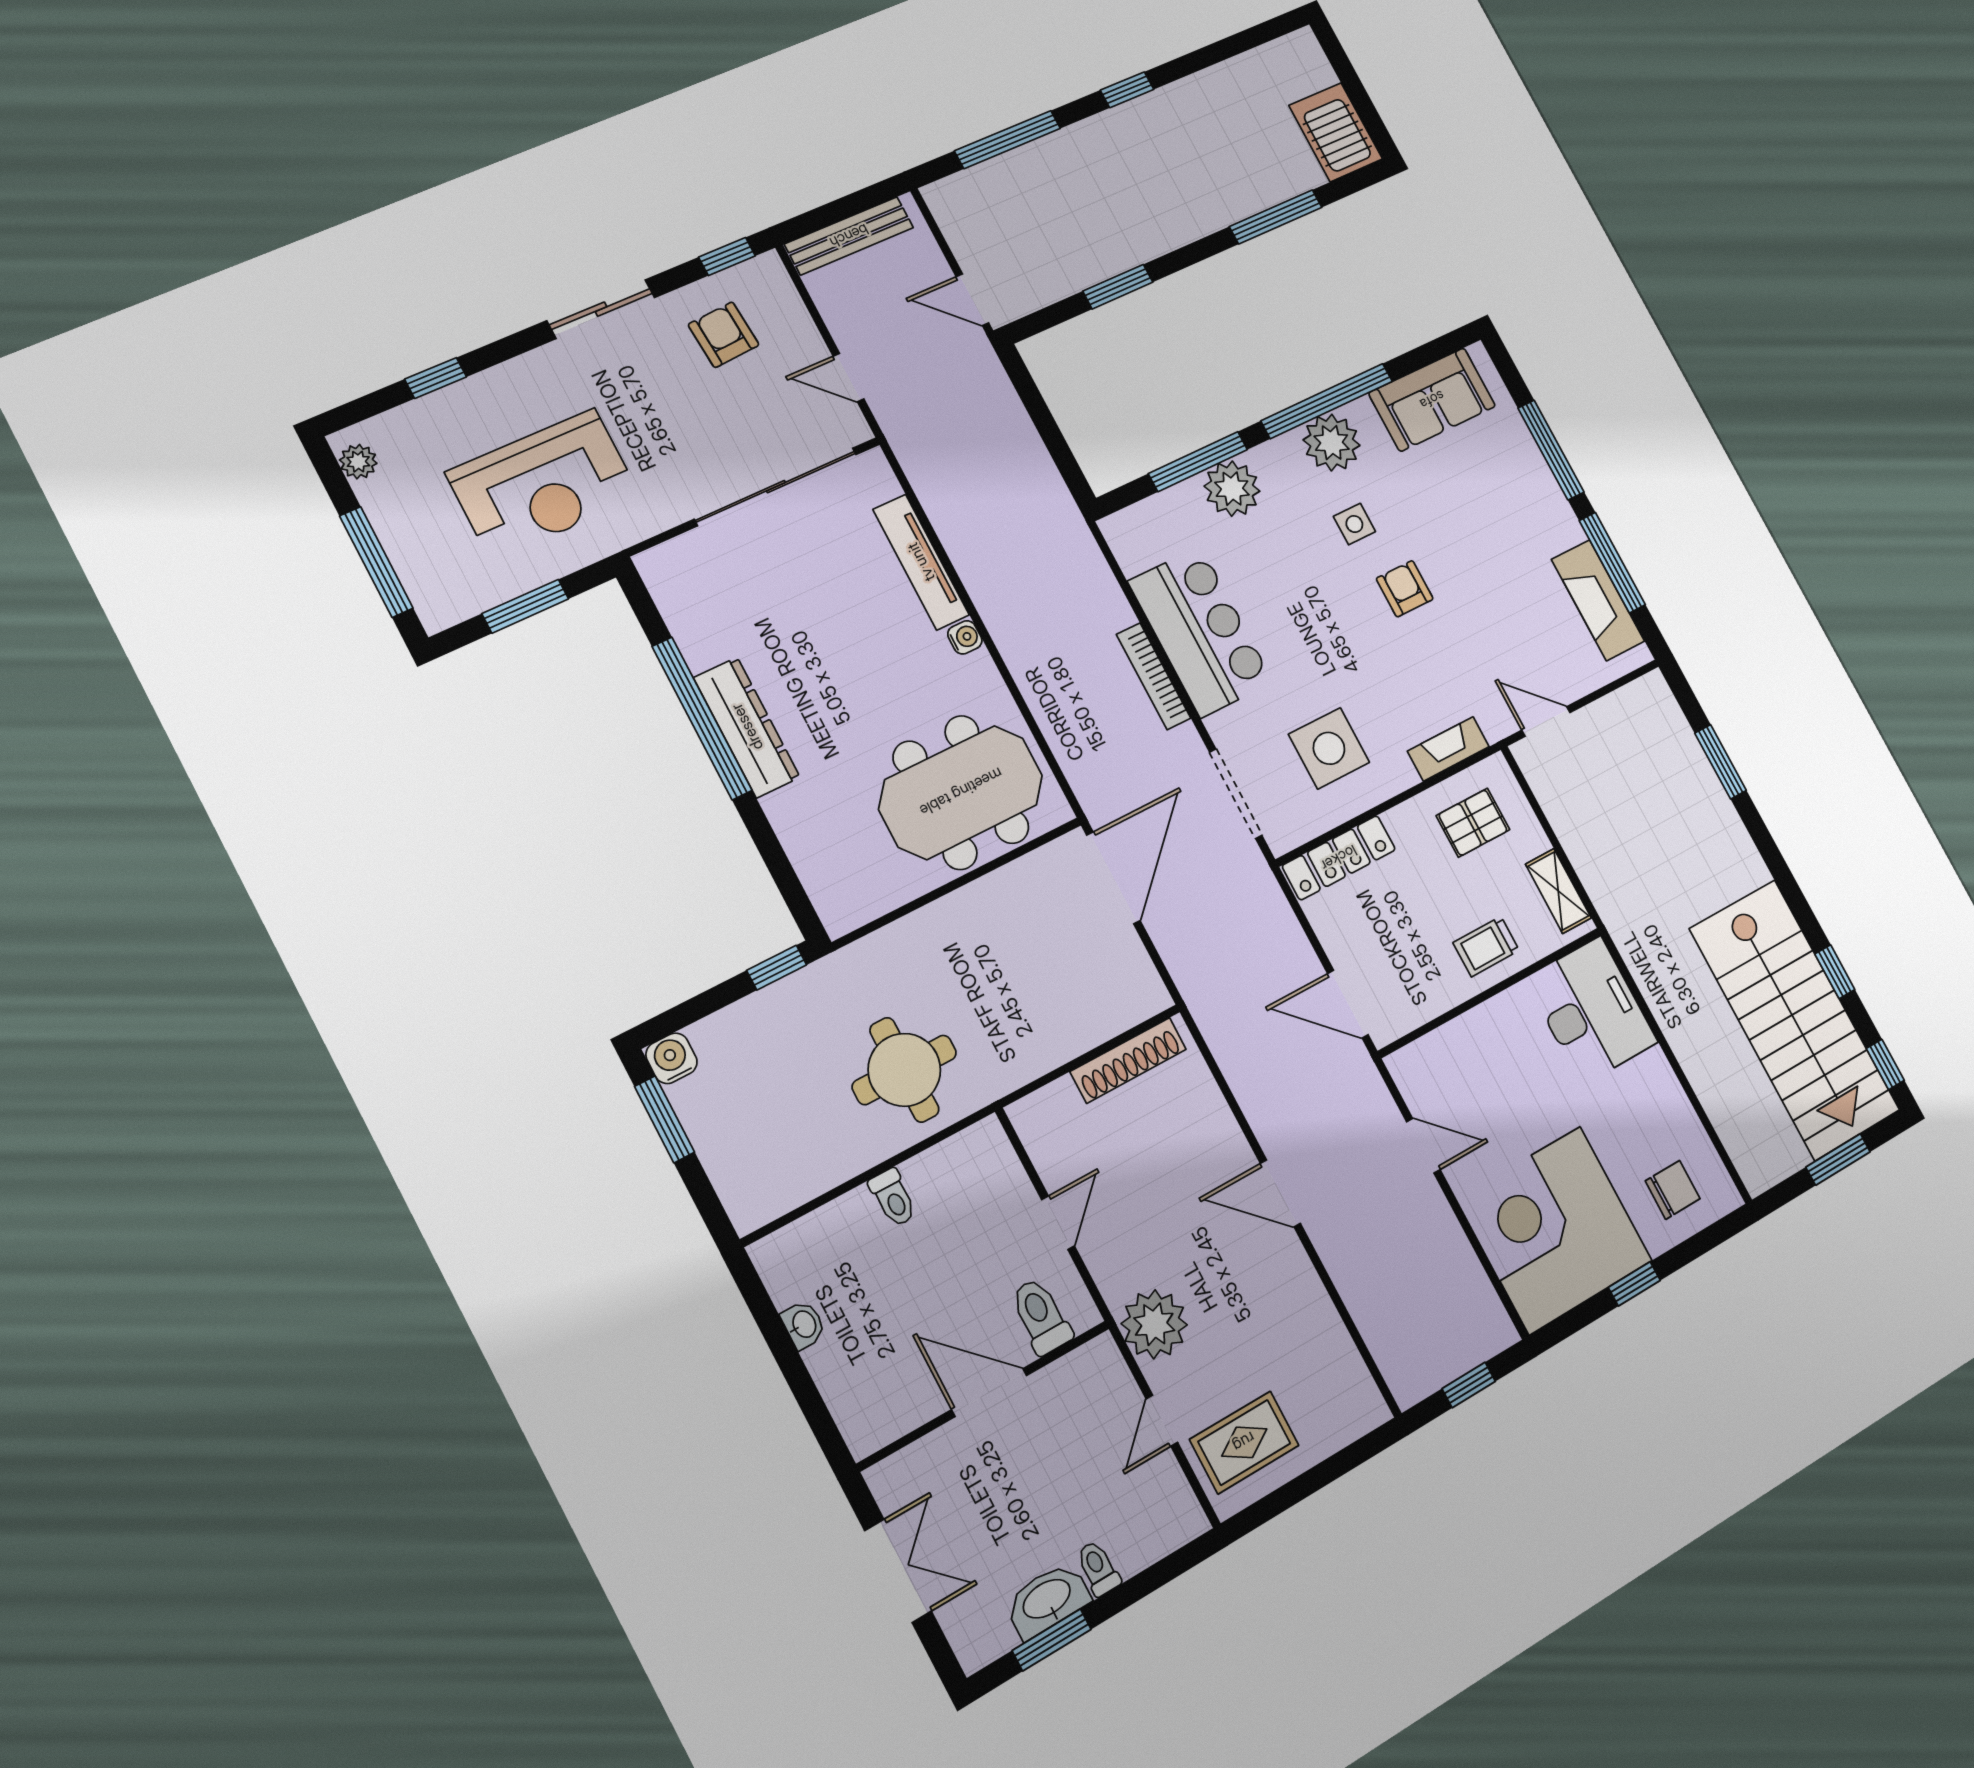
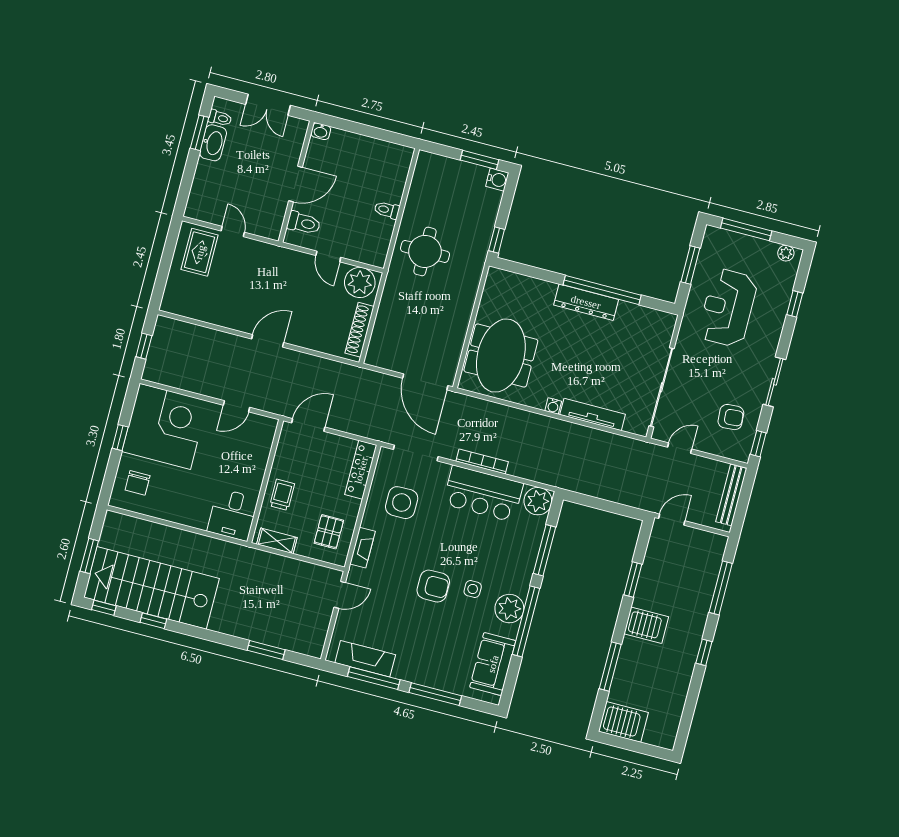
server rack: (1167, 211) -> (646, 625), added
plant: (1232, 489) -> (538, 501), moved
armchair: (1405, 589) -> (433, 586), width x1.38, depth x1.38
desk: (1591, 1011) -> (233, 515), width x0.73
plant: (1154, 1324) -> (360, 282), moved
washbasin: (803, 1325) -> (321, 131), moved
toilet: (1098, 1568) -> (220, 118), moved

